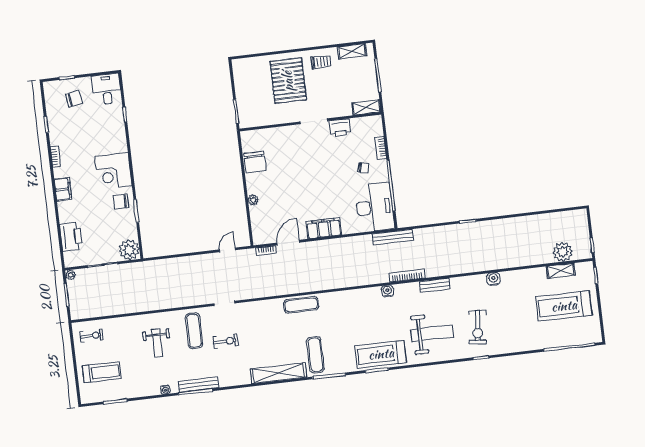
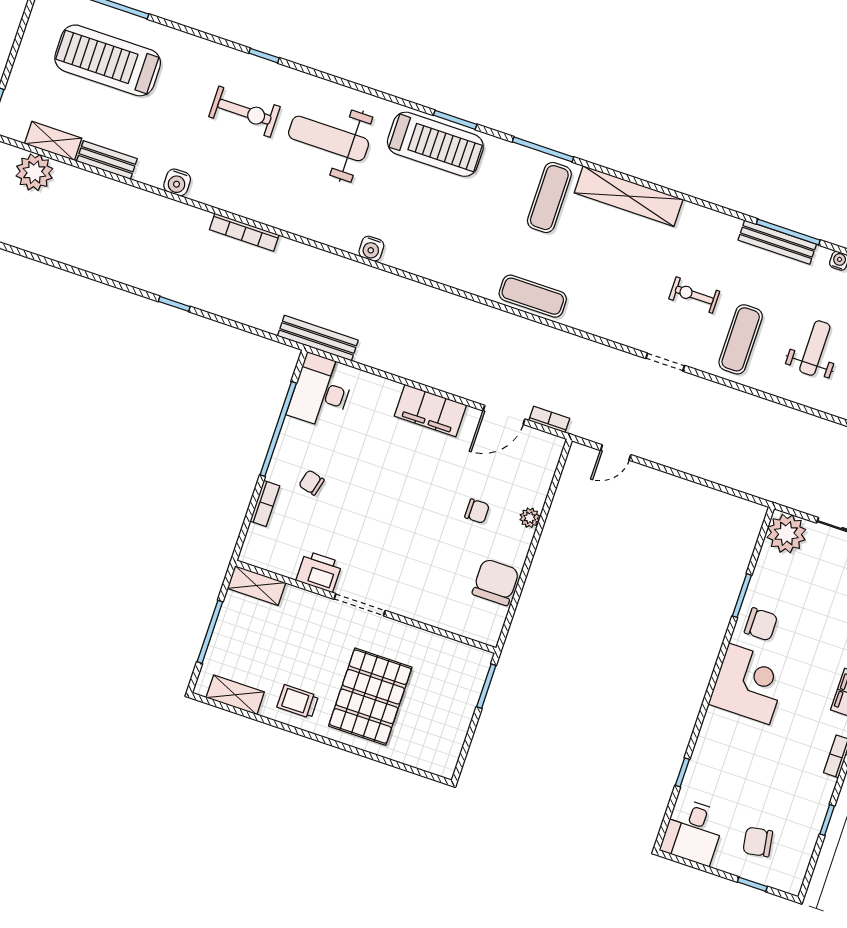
chair: (279, 191) -> (477, 511), added
desk: (374, 207) -> (321, 391), width x0.73, depth x0.77
bookcase: (407, 276) -> (244, 232), moved
bench: (435, 285) -> (107, 160), moved
treadmill: (564, 306) -> (108, 60), moved, turned 180
exercise bike: (478, 327) -> (244, 112), turned 84

